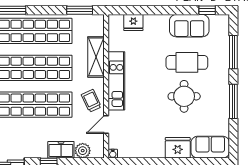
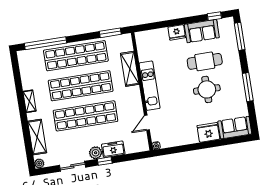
fridge: (133, 22) -> (177, 32), moved
window: (233, 52) -> (240, 36), moved
trolley: (91, 101) -> (132, 105), removed
plant: (83, 151) -> (96, 153), moved

